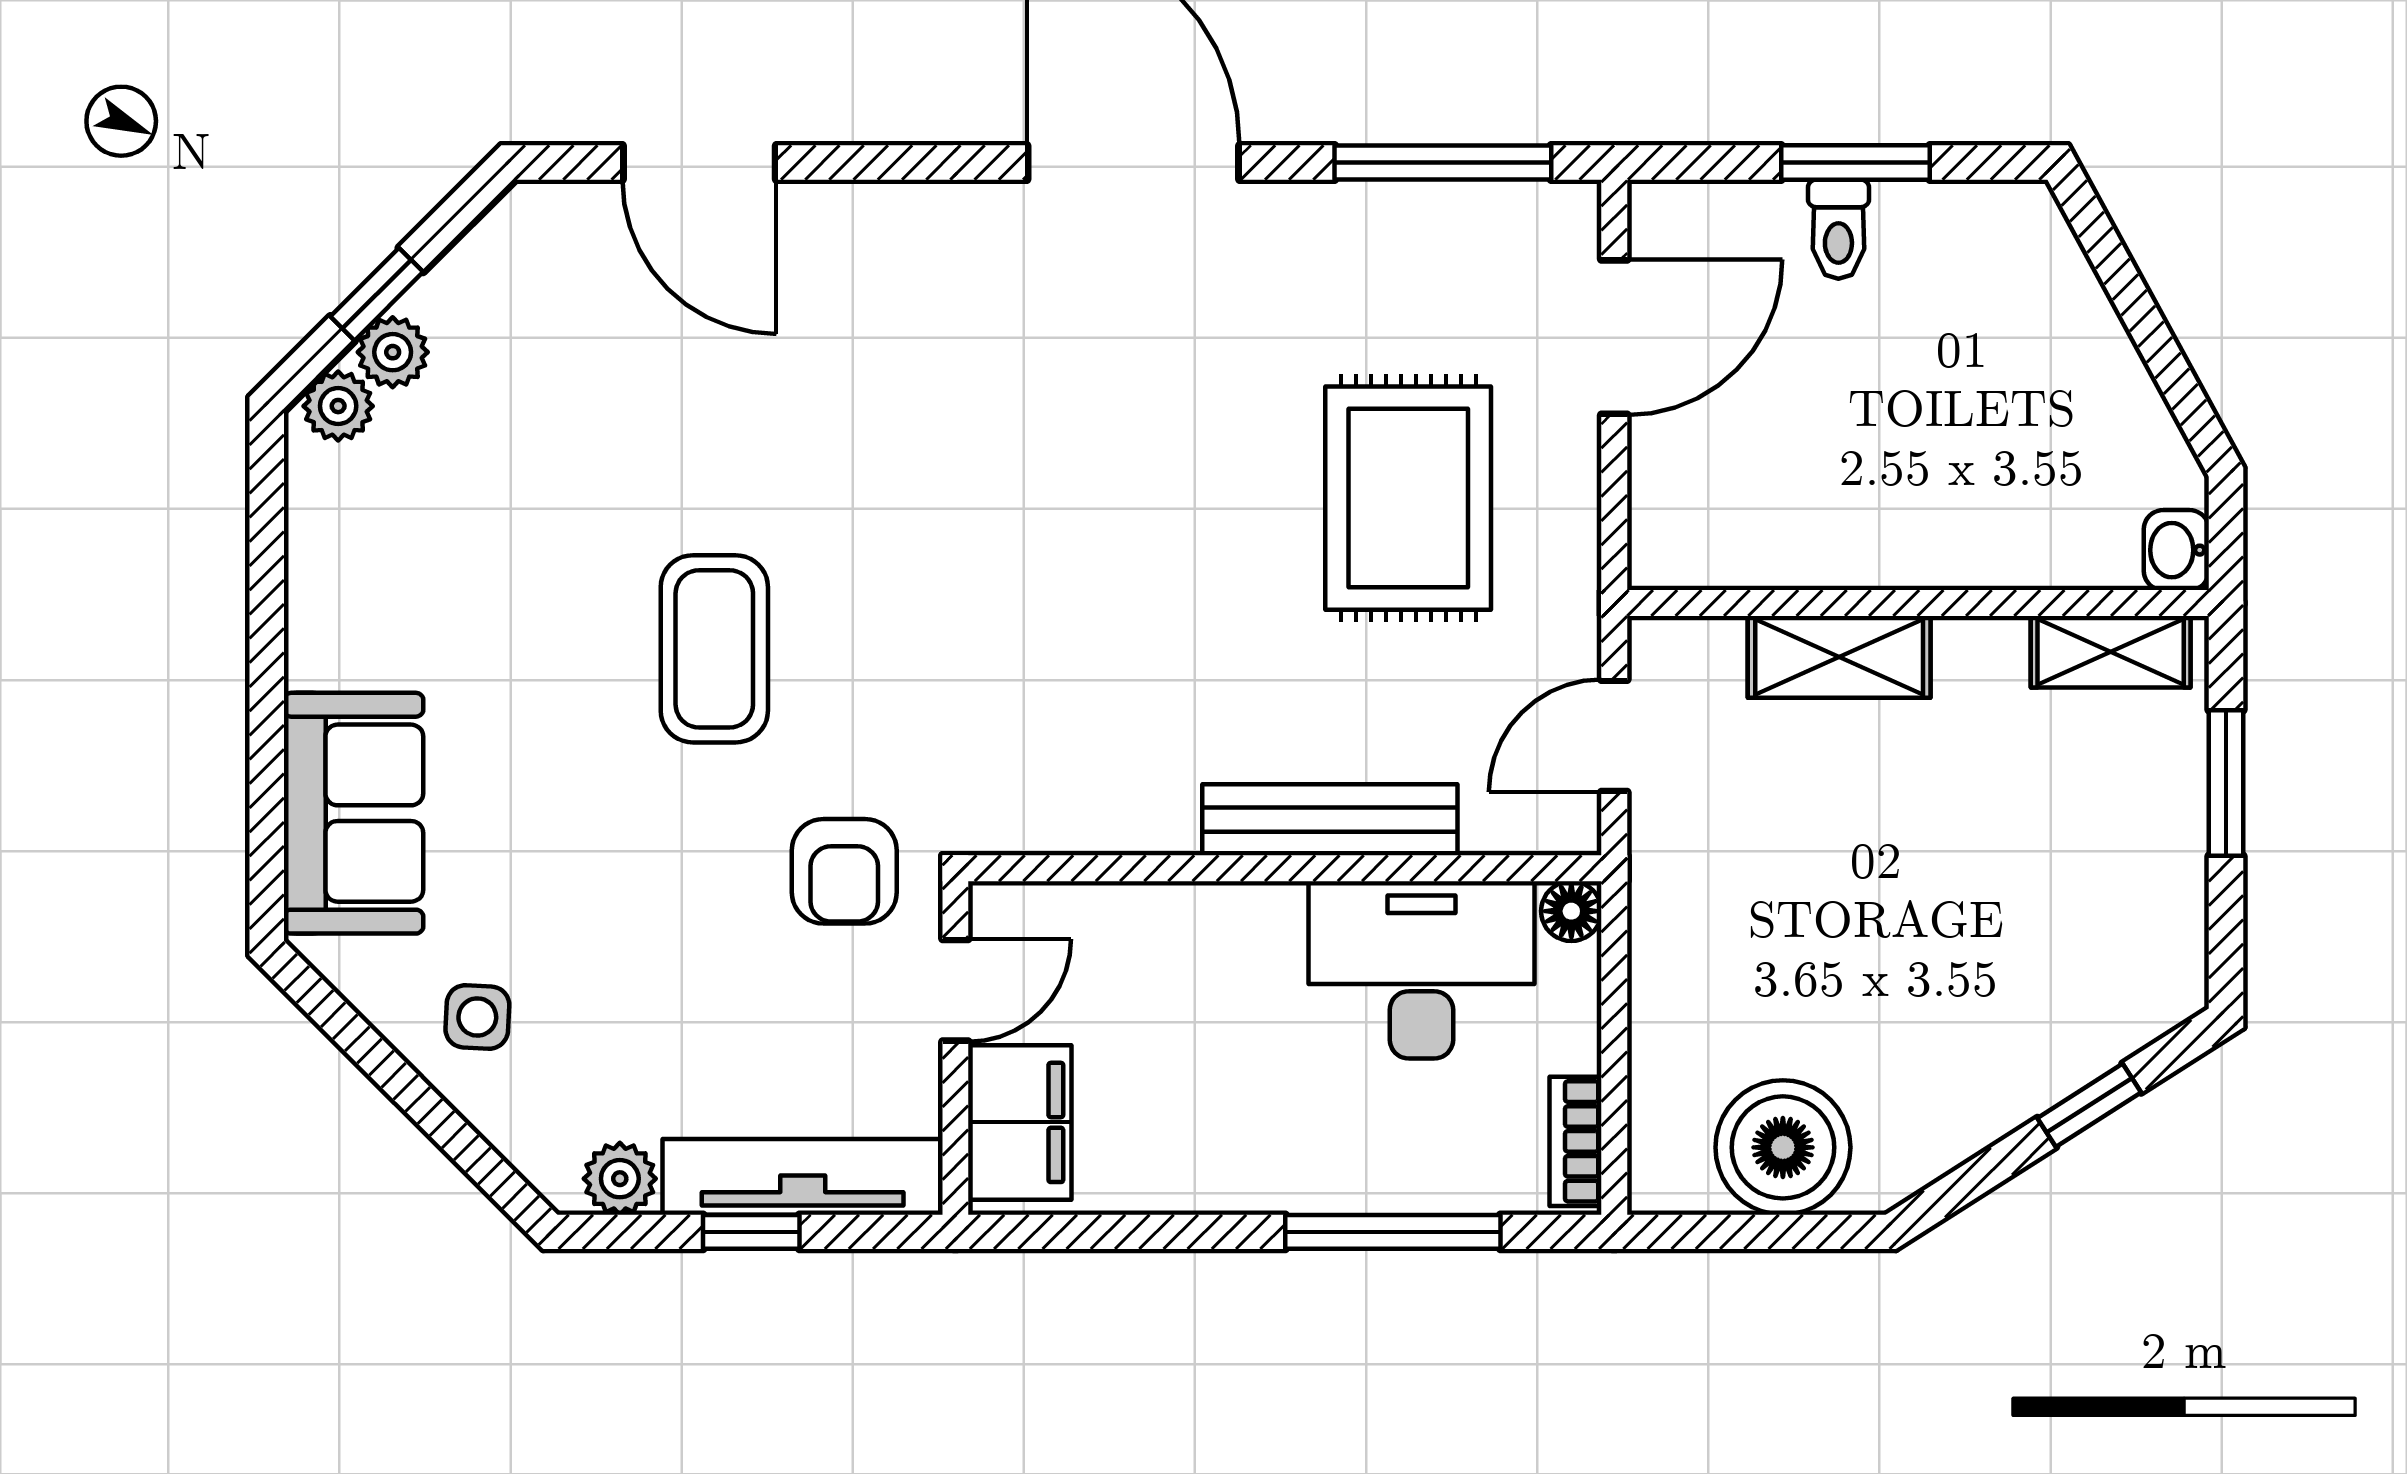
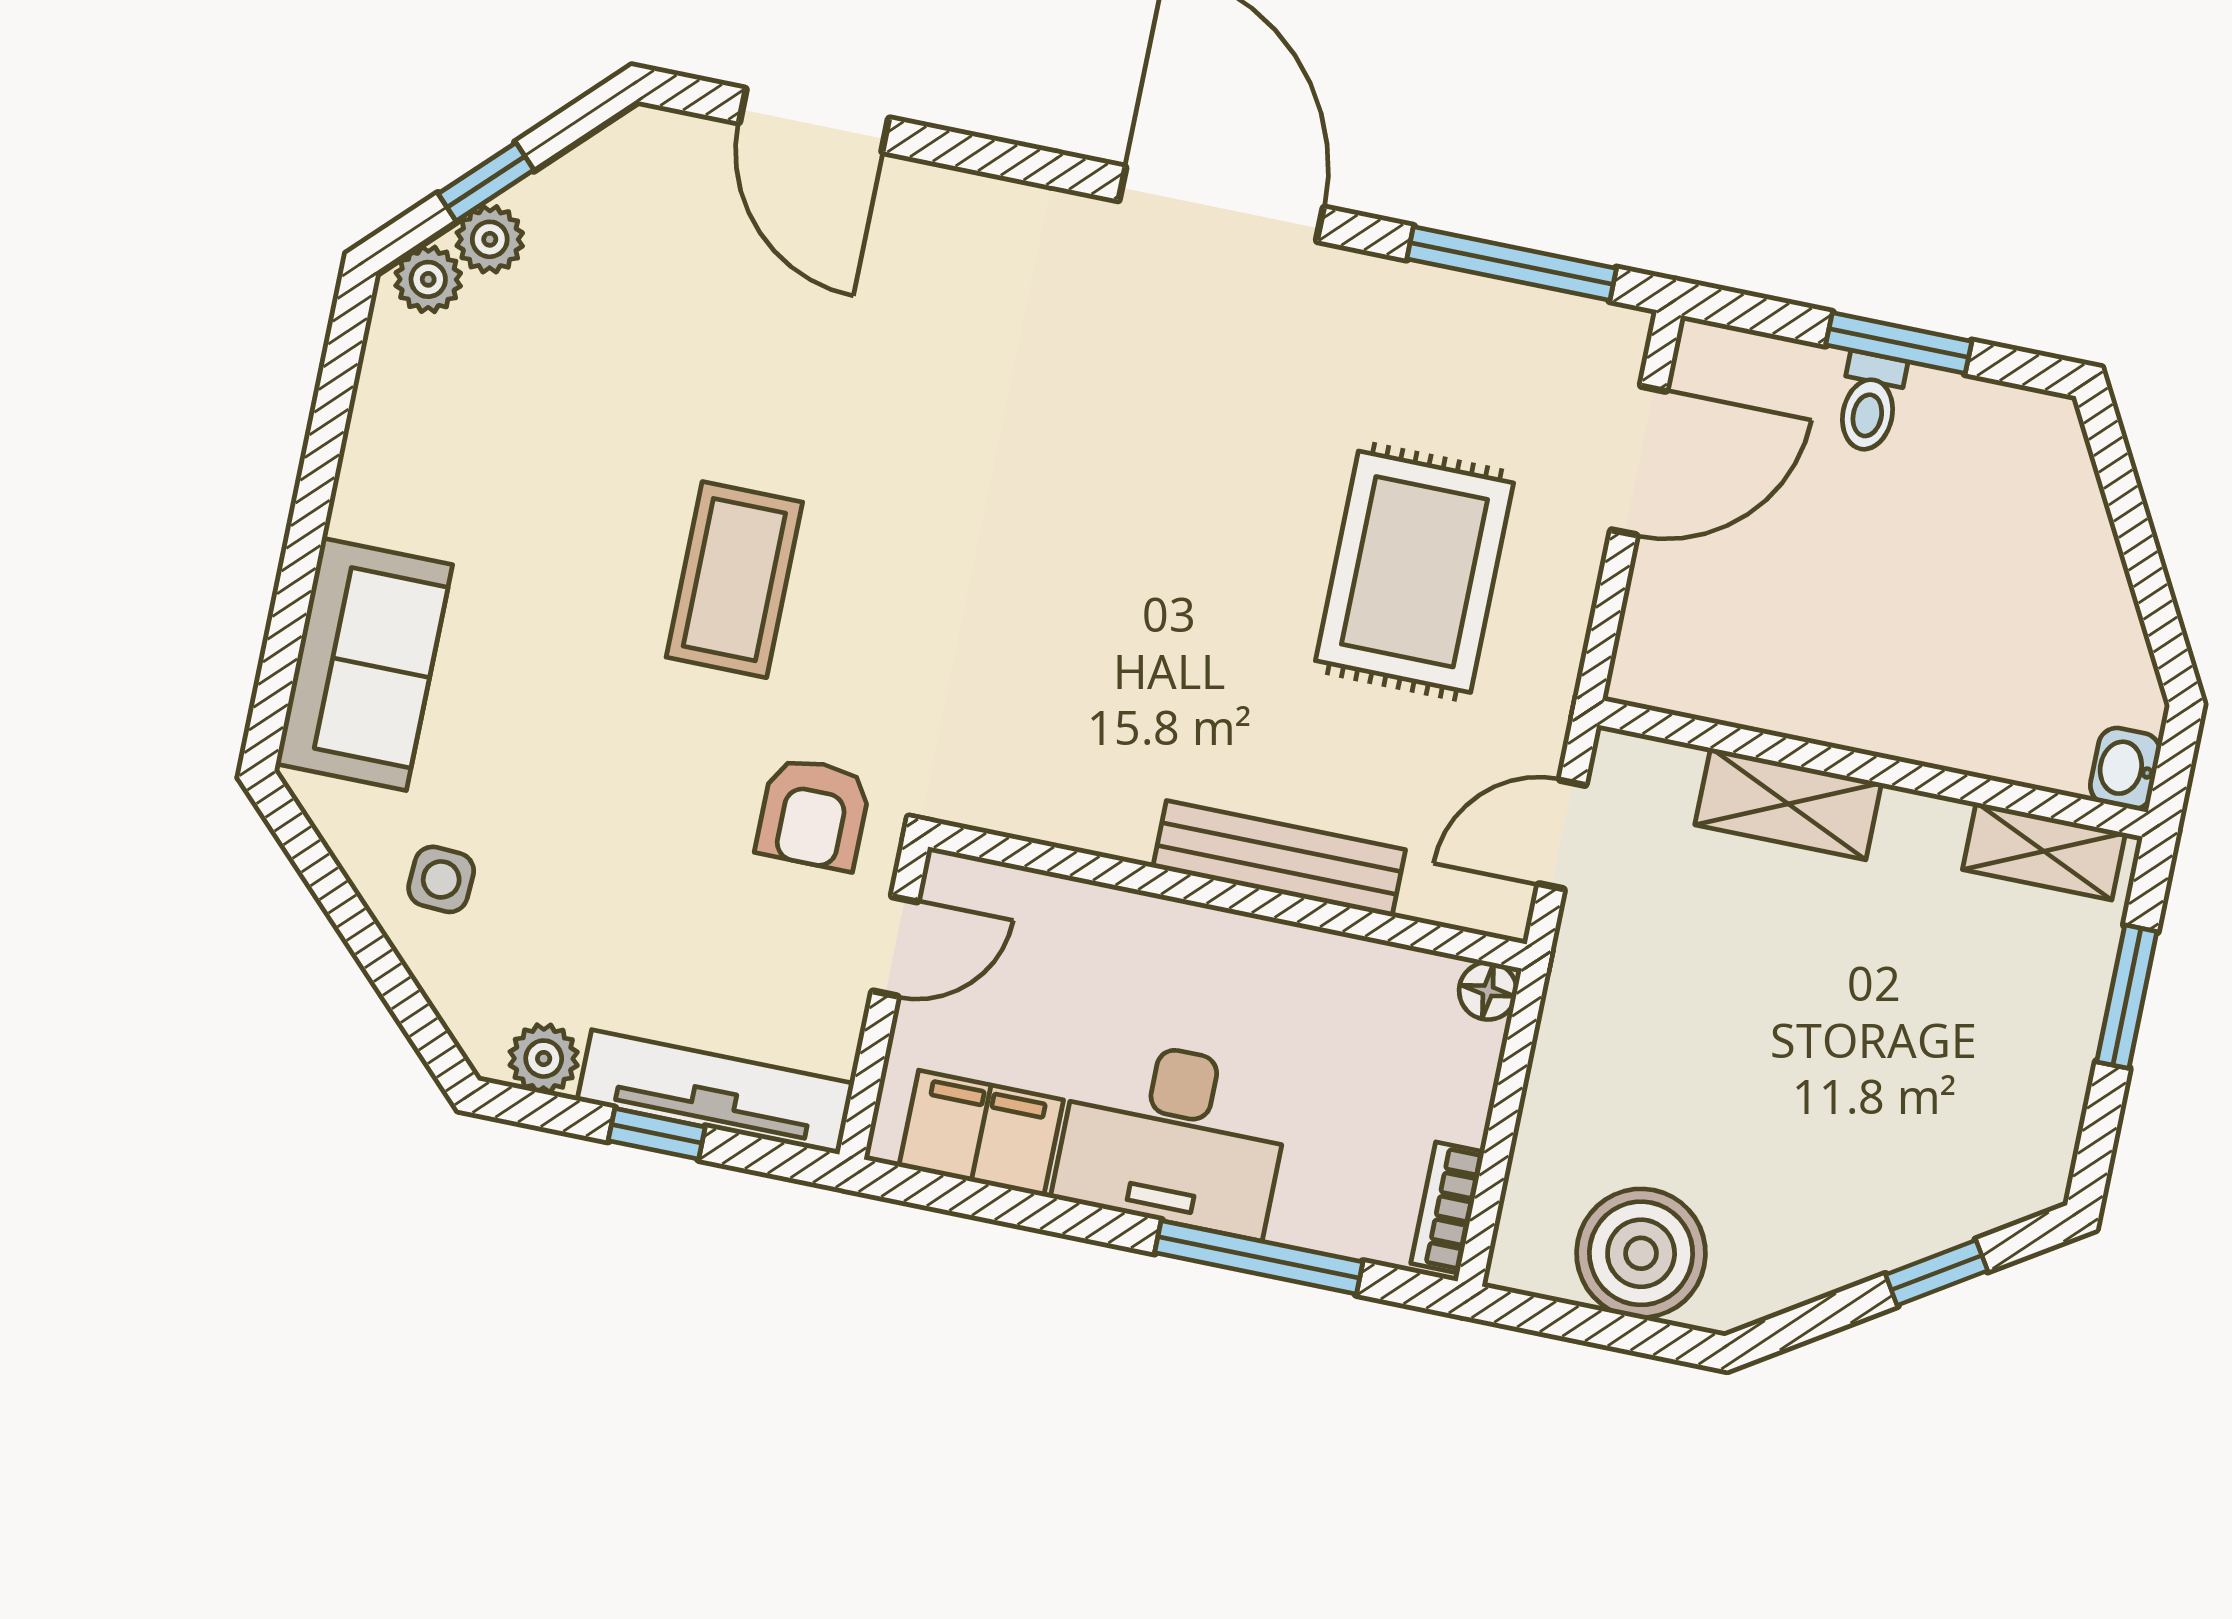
desk: (1421, 970) -> (1173, 1136), moved, turned 180
filing cabinet: (1020, 1122) -> (981, 1133), moved, turned -90

